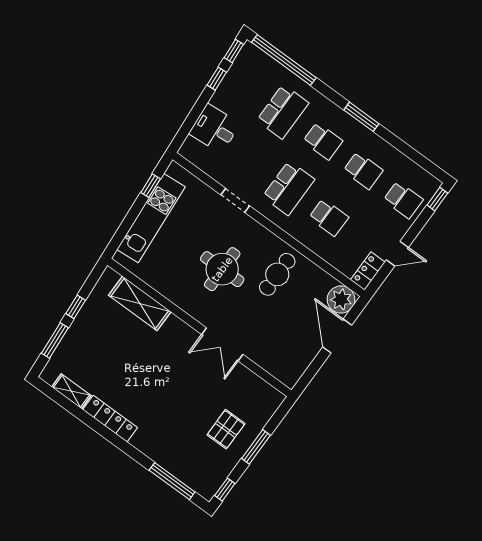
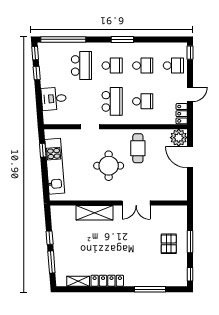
shelving: (140, 304) -> (95, 213), moved
window: (172, 481) -> (150, 289), moved

